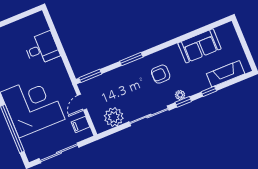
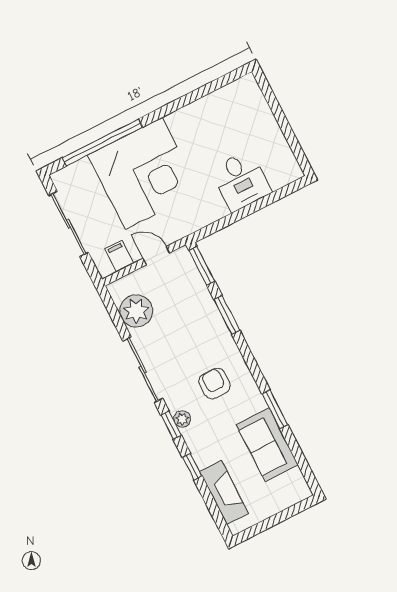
window: (179, 40) -> (275, 409), added
window: (131, 59) -> (227, 315), moved

